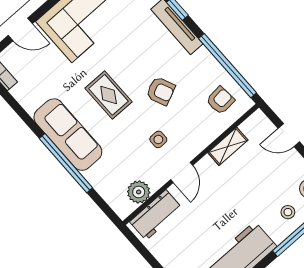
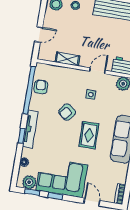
armchair: (161, 91) -> (67, 112), turned -117
armchair: (220, 100) -> (41, 87), moved, turned 91
door: (289, 135) -> (39, 34), hinge flipped

